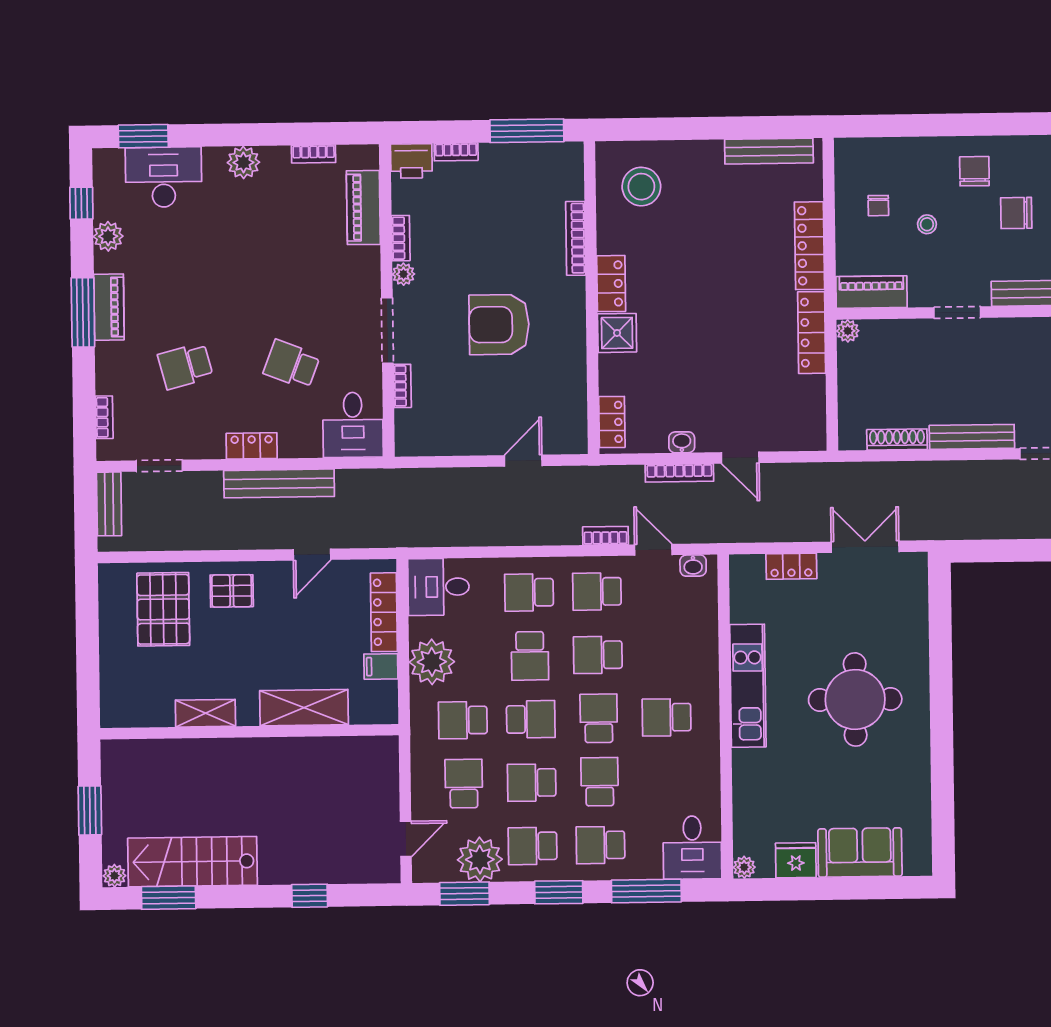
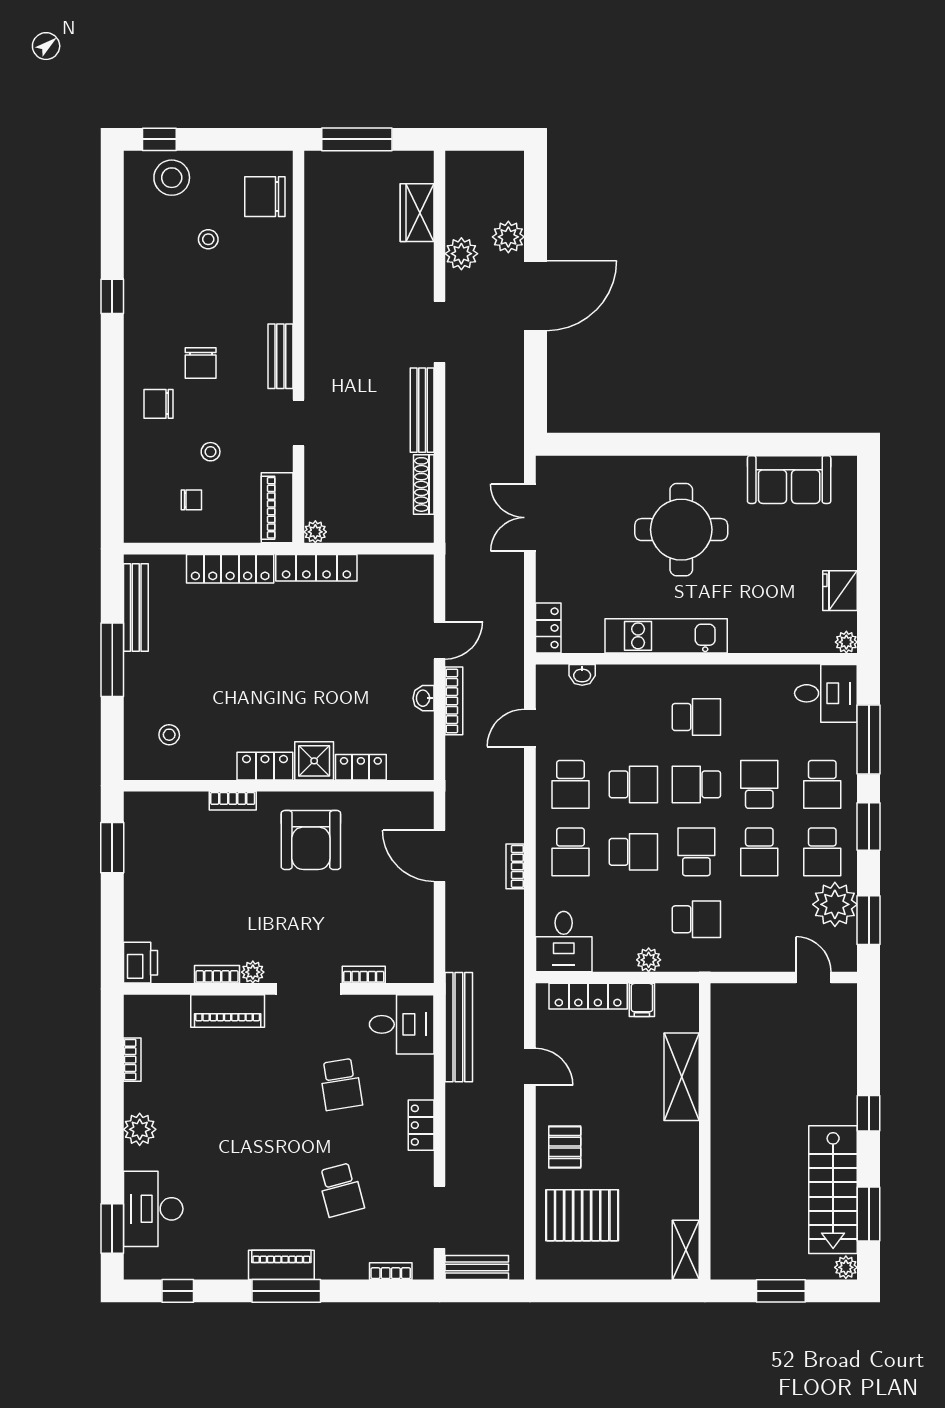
window: (716, 128) -> (112, 660), added
window: (527, 131) -> (112, 848), width x0.69
bookcase: (456, 152) -> (132, 918), removed
stool: (641, 187) -> (169, 735), width x0.53, depth x0.53
piano: (363, 208) -> (228, 1011), moved
plant: (108, 236) -> (211, 1265), removed
bookcase: (576, 238) -> (233, 801), width x0.64
armchair: (499, 325) -> (311, 840), moved
school desk: (292, 364) -> (341, 1084), turned -30
locker: (612, 422) -> (361, 767), moved
door: (523, 461) -> (440, 856), width x1.38
doorway: (159, 466) -> (440, 1217), width x1.38
bench: (279, 483) -> (459, 1027), moved
bookcase: (605, 536) -> (515, 866), moved
washbasin: (693, 566) -> (582, 675), moved, turned 90
locker: (791, 566) -> (548, 628), moved
school desk: (598, 655) -> (633, 784), turned -90
plant: (432, 662) -> (649, 960), width x0.53, depth x0.53
shelving: (205, 713) -> (686, 1250), moved
school desk: (667, 717) -> (696, 717), turned -90
school desk: (463, 720) -> (696, 919), turned -90
school desk: (600, 782) -> (759, 784), turned 90
school desk: (464, 784) -> (759, 919), removed
sofa: (860, 853) -> (789, 480), moved, turned -90
window: (310, 896) -> (869, 1113), moved

